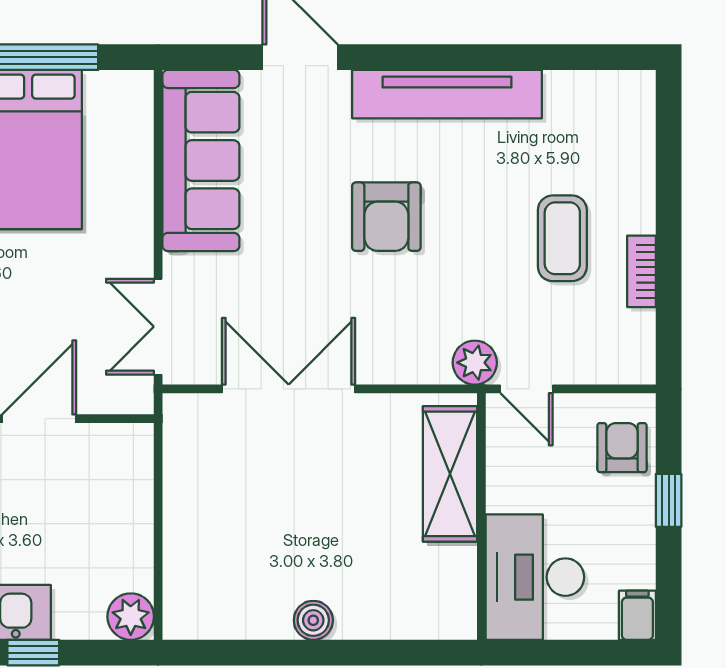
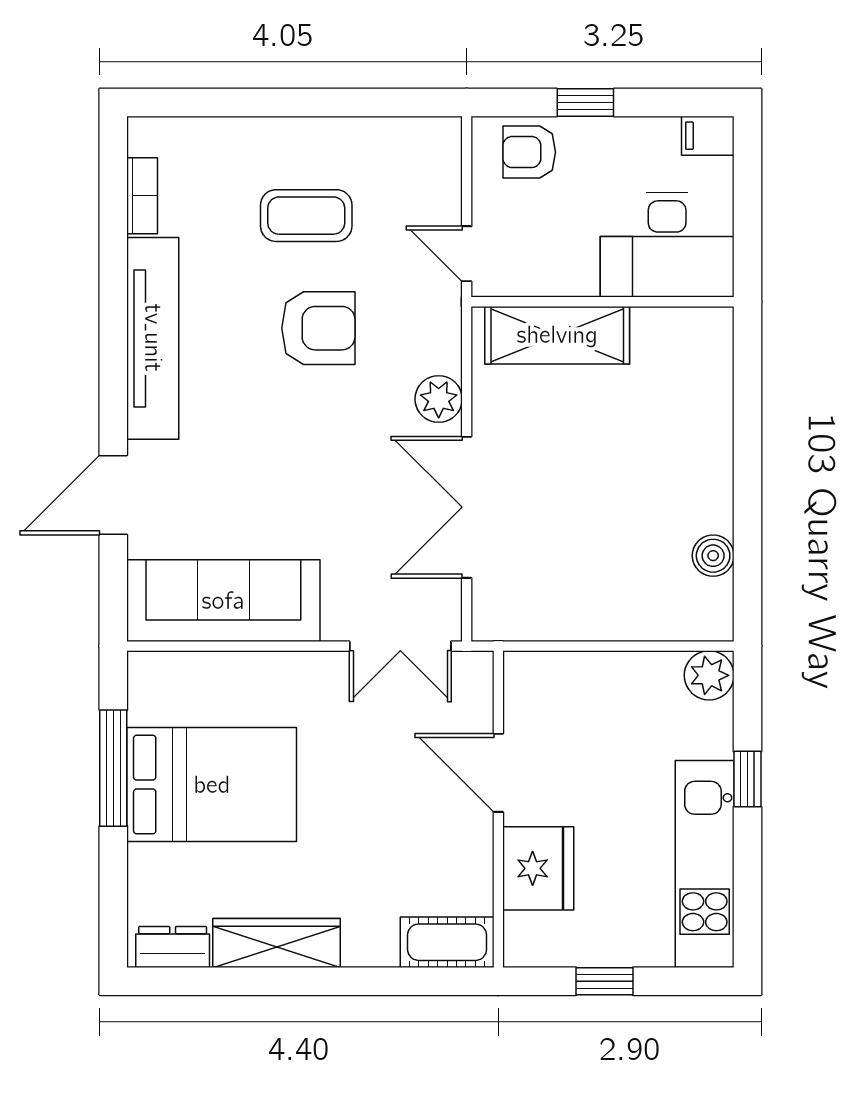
armchair: (386, 217) -> (318, 328), moved
bookcase: (641, 271) -> (142, 196), moved, turned -90
plant: (475, 363) -> (439, 399), moved
door: (527, 389) -> (467, 254), swing flipped
boiler: (313, 620) -> (713, 556), moved

